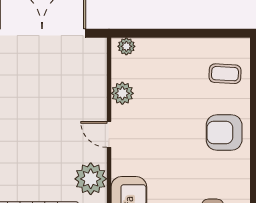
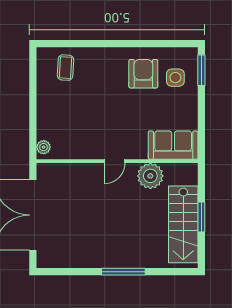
plant: (122, 93) -> (81, 150), removed
armchair: (224, 132) -> (143, 74), moved, turned 180

